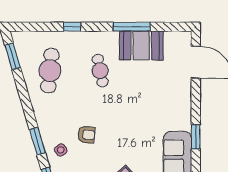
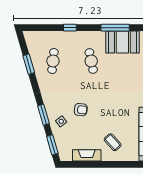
window: (13, 56) -> (29, 64), moved
cafe table: (50, 71) -> (53, 61), width x0.73, depth x0.74

